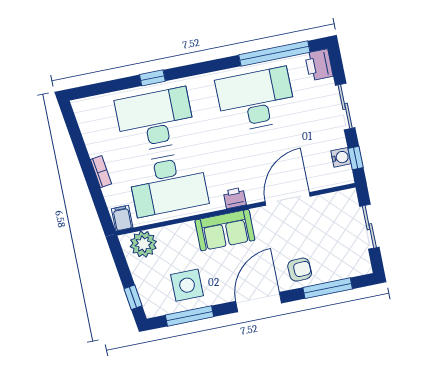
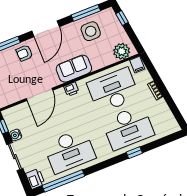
water cooler: (341, 157) -> (16, 135), moved

